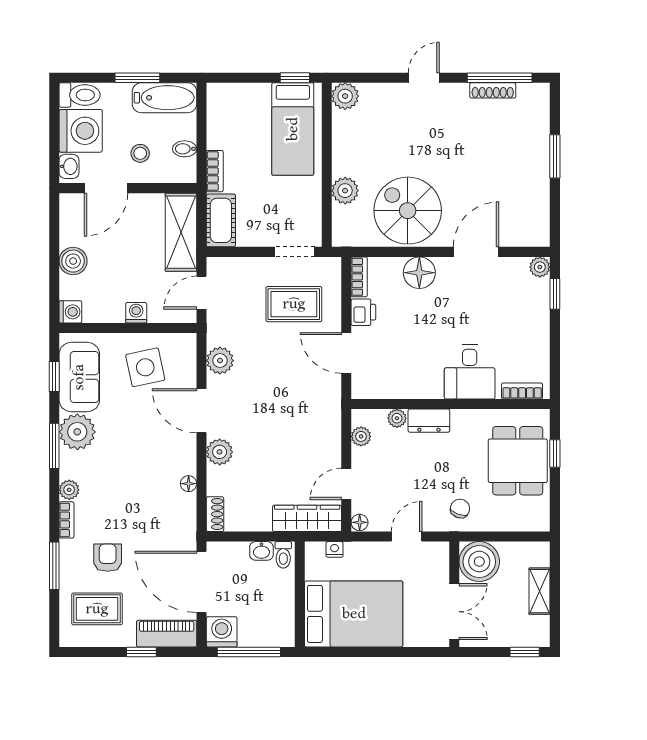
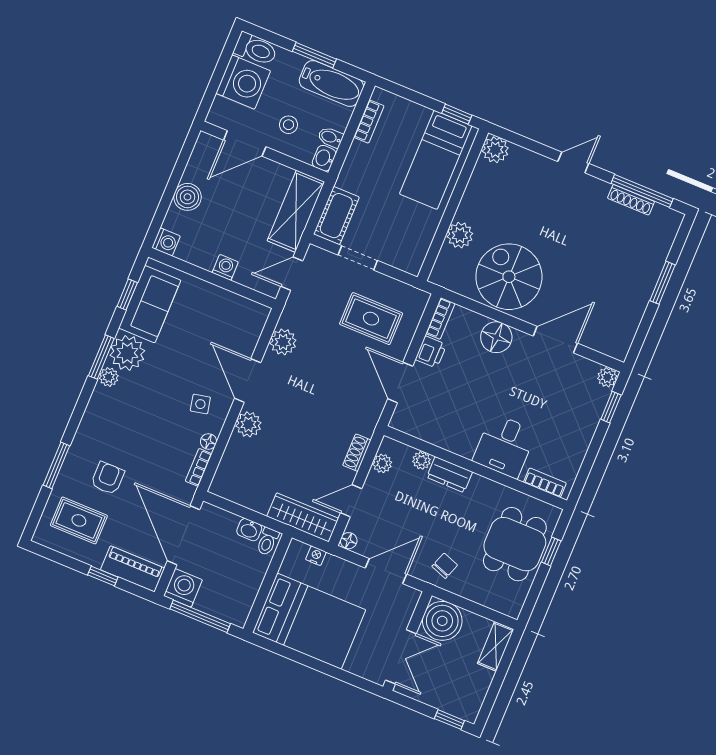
washbasin: (69, 166) -> (324, 158), moved, turned 180
bookcase: (215, 171) -> (369, 122), moved
doorway: (295, 252) -> (358, 258), moved
side table: (145, 367) -> (200, 404), moved, width x0.54, depth x0.54
plant: (69, 490) -> (109, 377), moved
shoe rack: (215, 514) -> (357, 453), moved, turned 180
bookcase: (66, 520) -> (199, 467), moved, turned 180
door: (407, 537) -> (386, 571), width x1.38
shelving: (540, 591) -> (496, 646), moved

